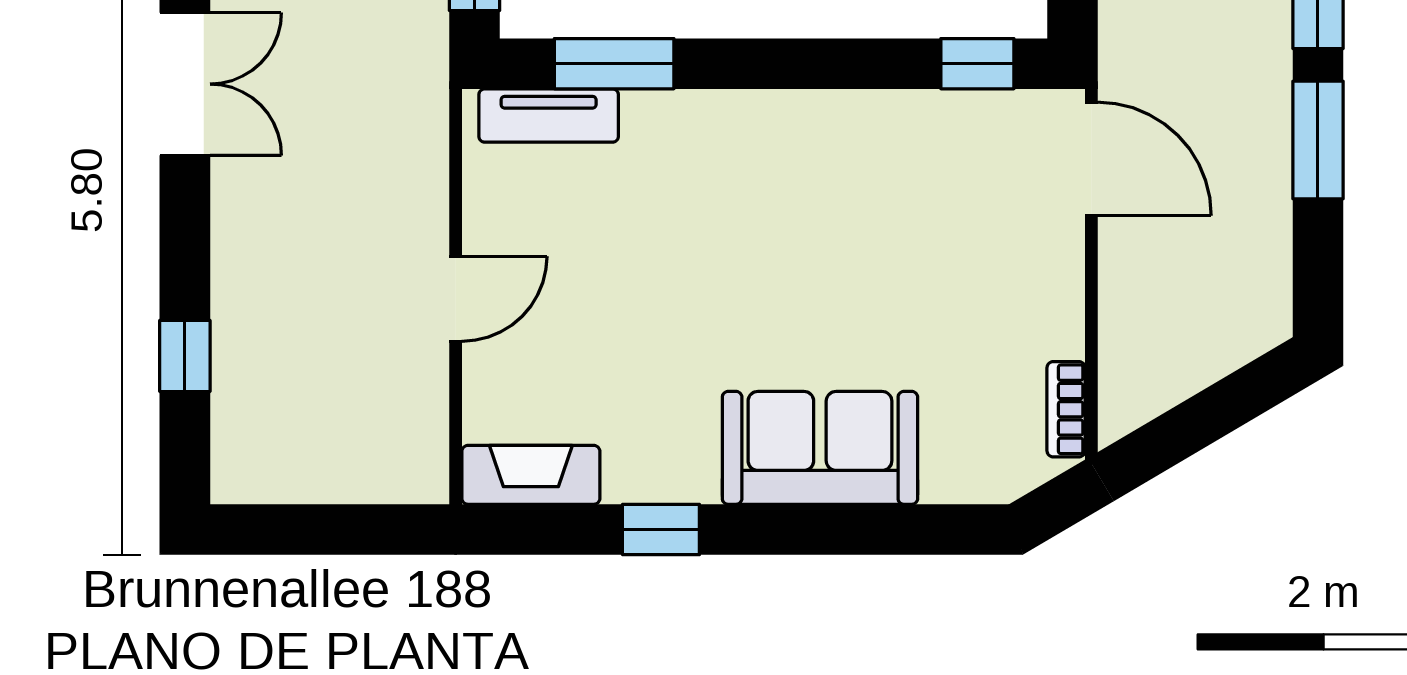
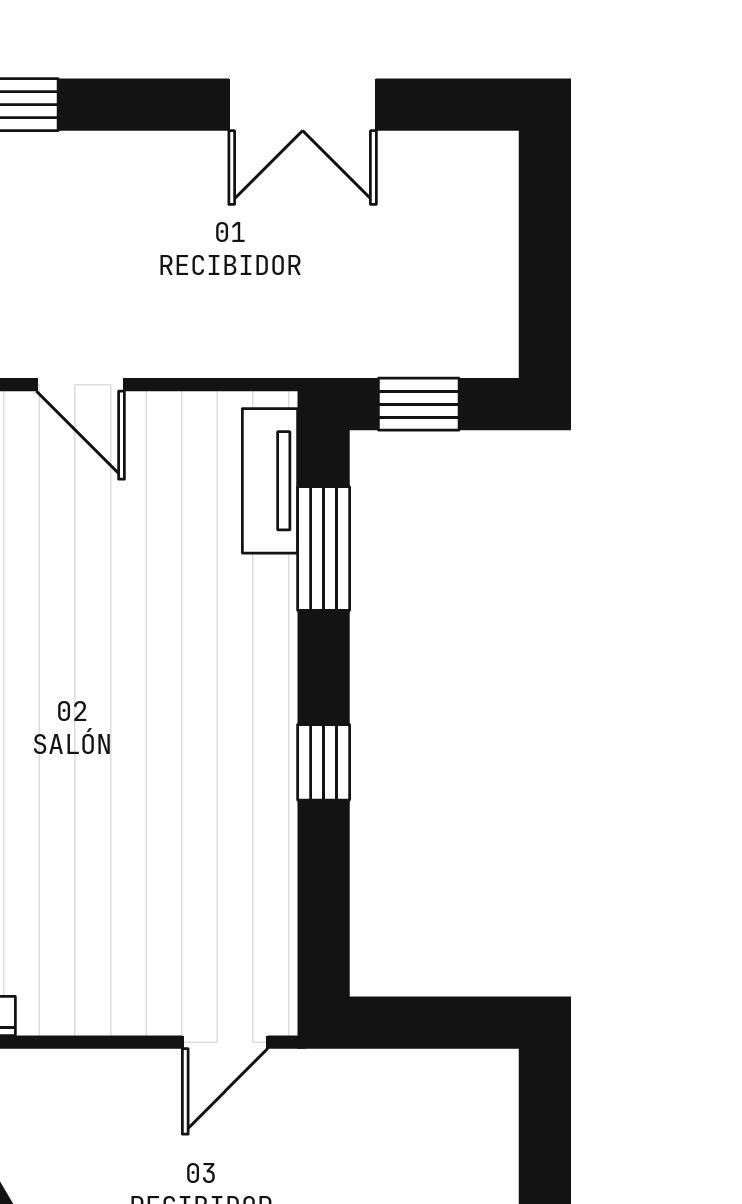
window: (977, 64) -> (324, 762), moved
door: (1091, 159) -> (225, 1042), width x0.73

